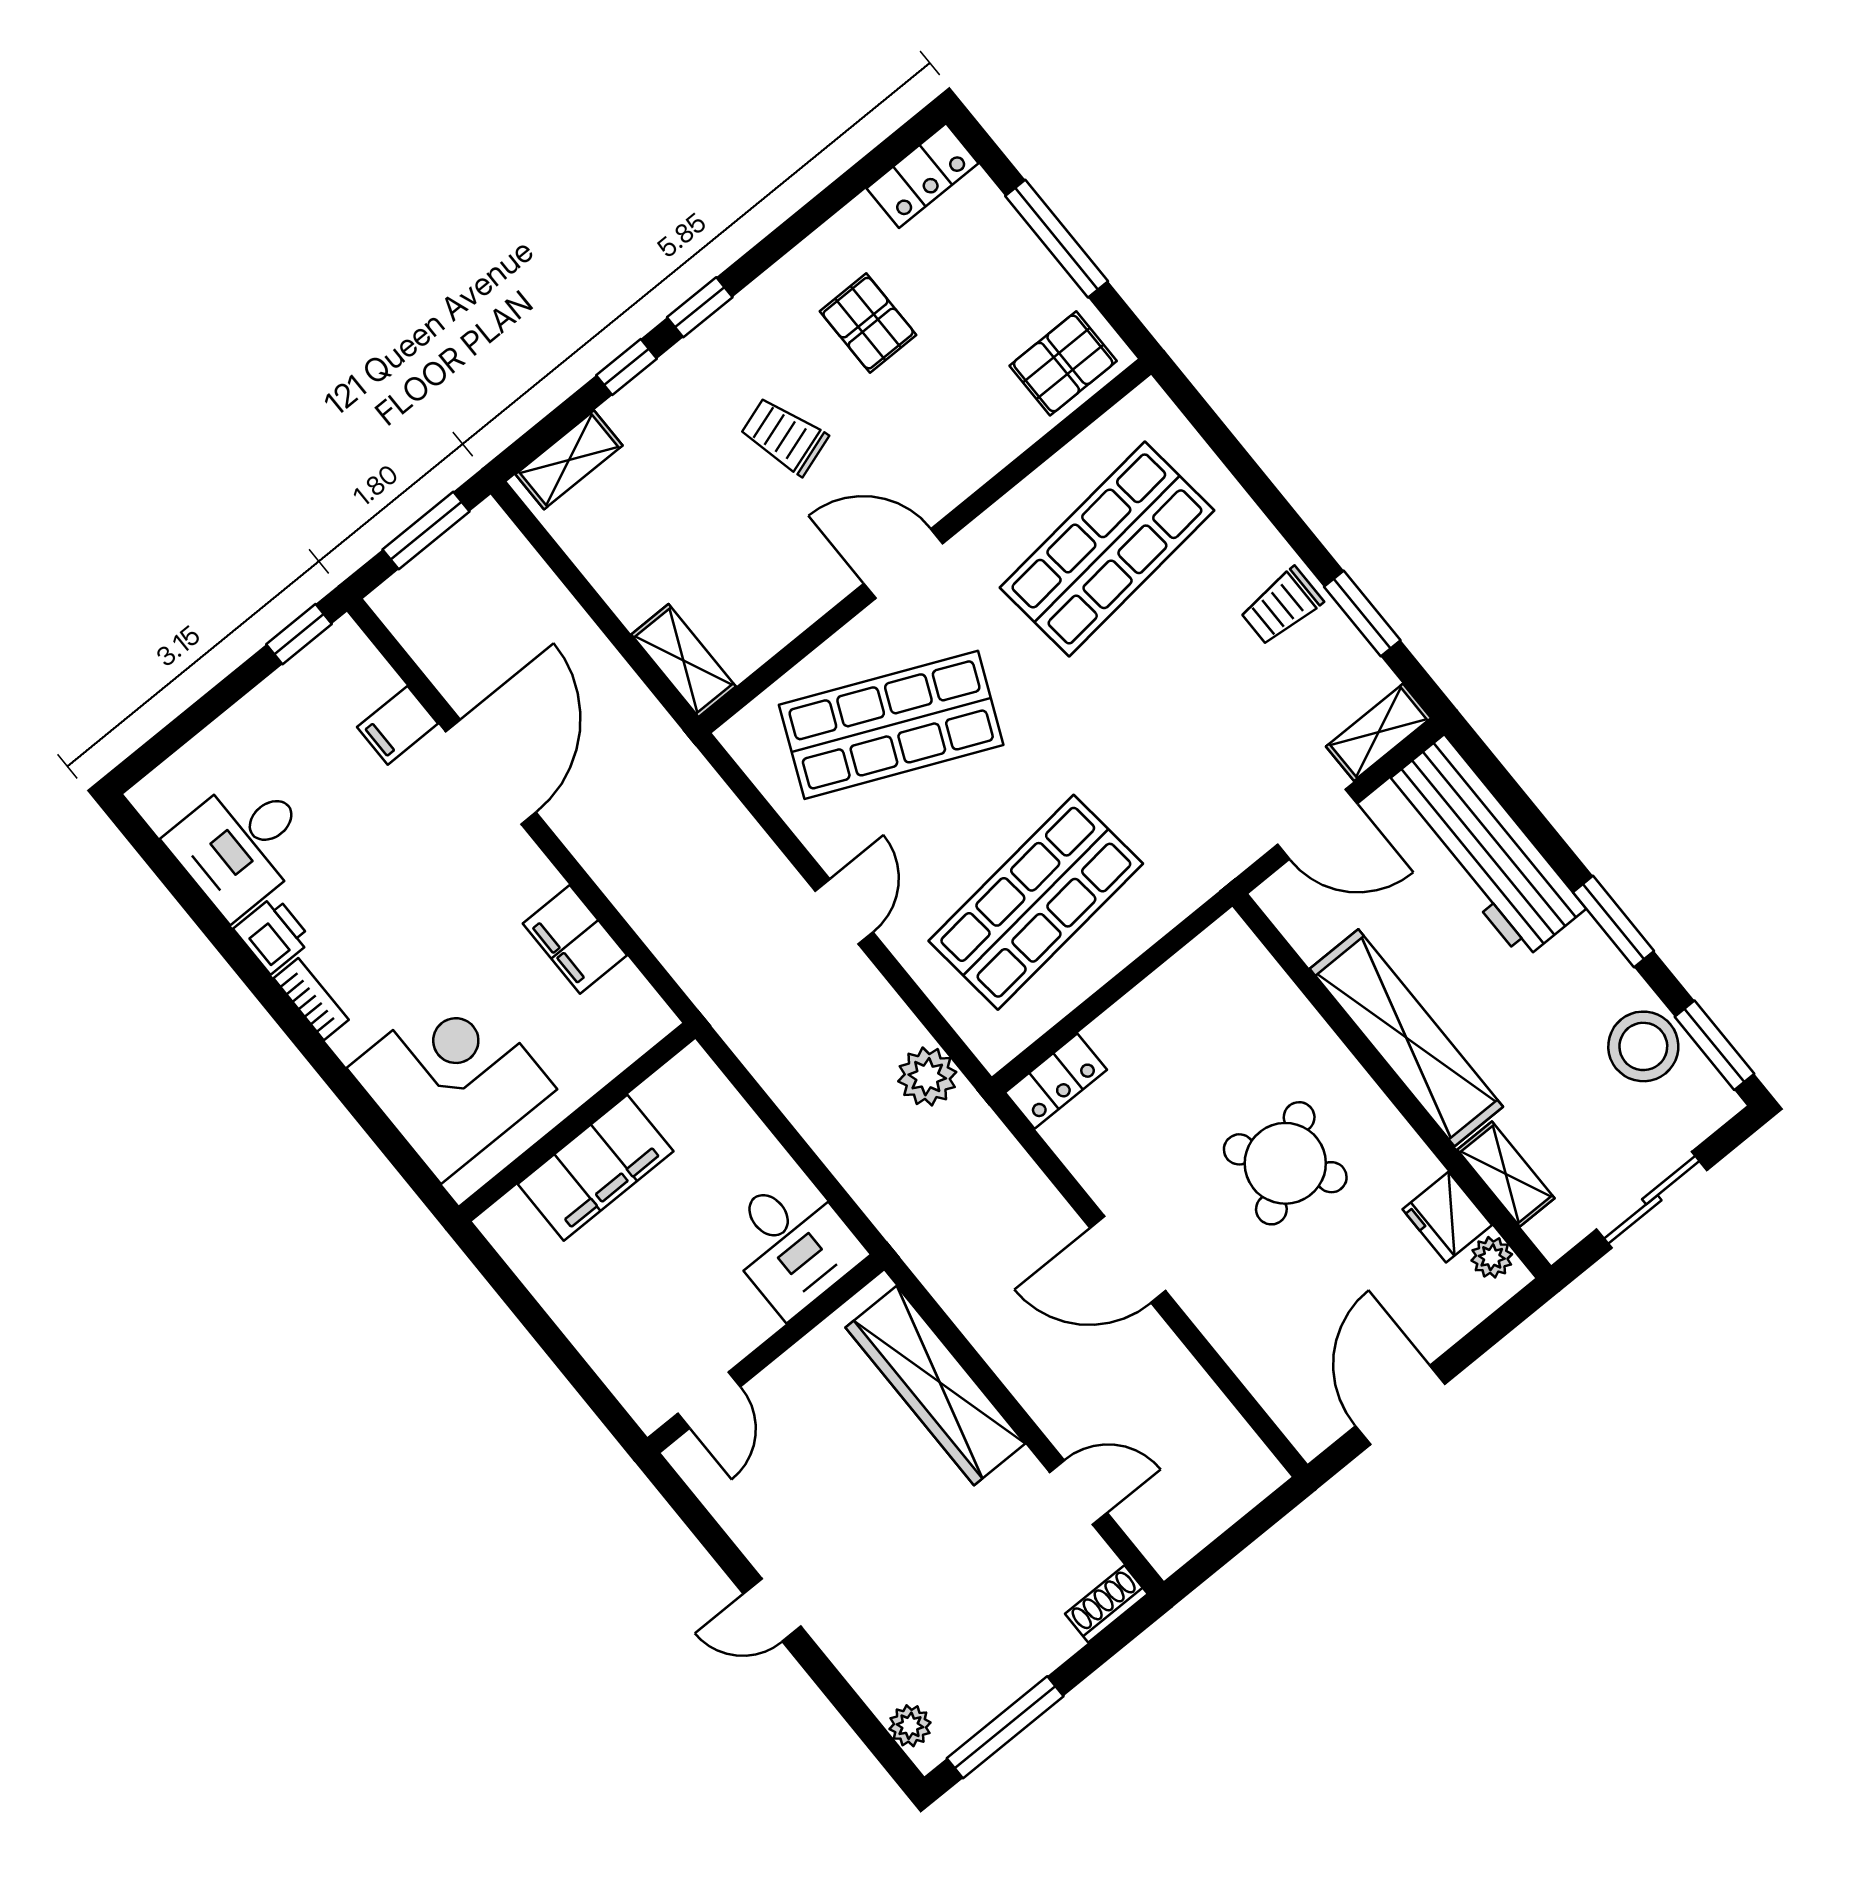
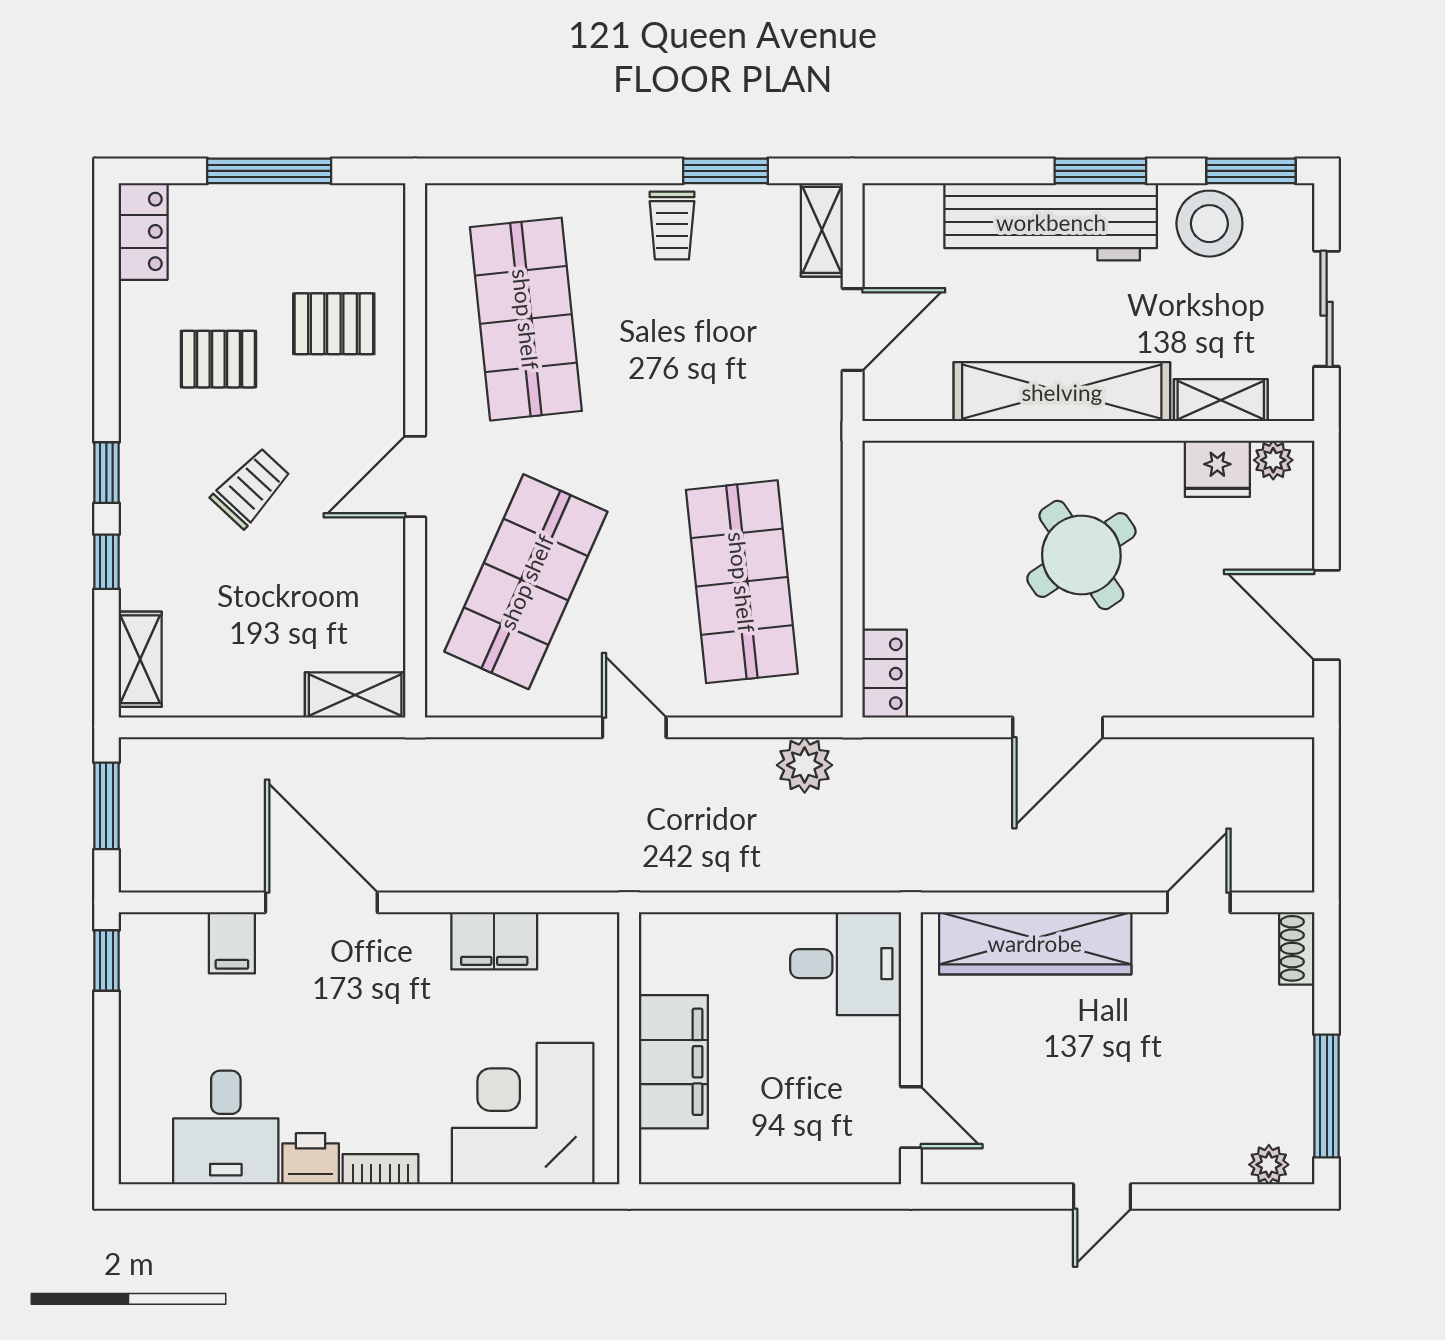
pallet: (1063, 363) -> (334, 324), moved, turned 90
trolley: (784, 436) -> (251, 488), turned 151
workbench: (1483, 847) -> (1051, 222), moved

